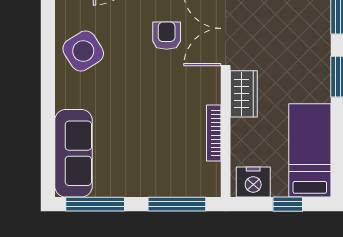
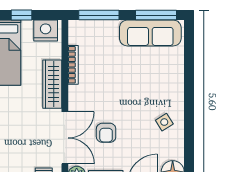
side table: (83, 51) -> (164, 122), width x0.54, depth x0.54
wardrobe: (244, 94) -> (52, 84), width x1.50
sofa: (74, 153) -> (150, 33), moved, turned -90

